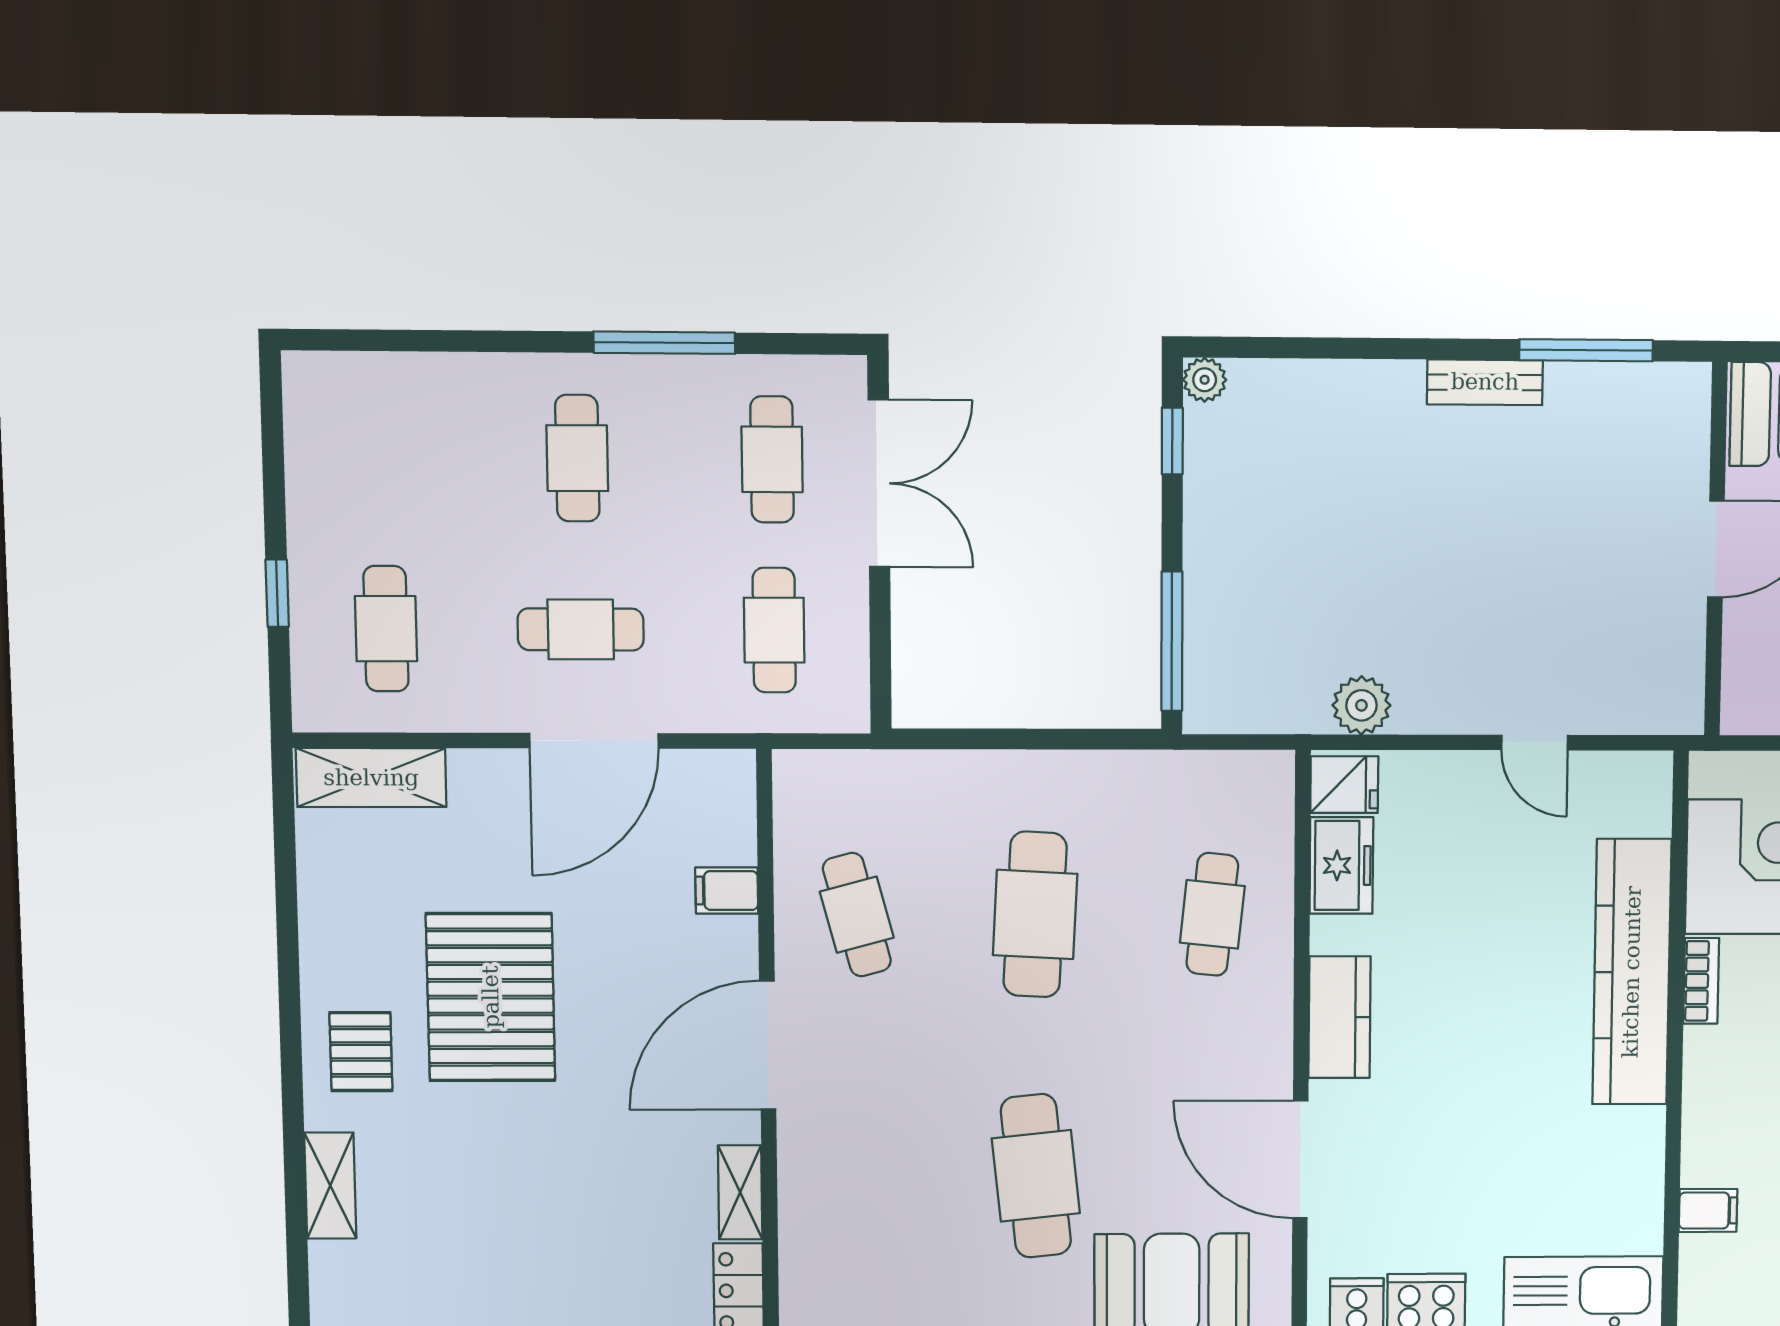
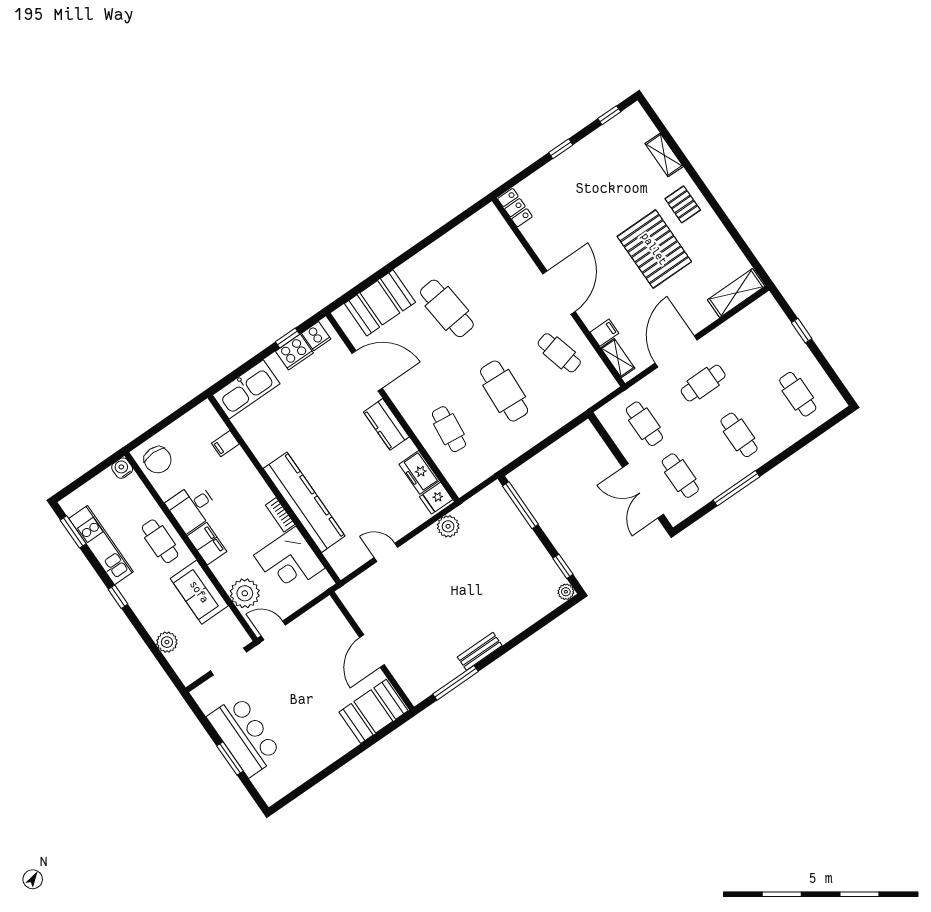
cafe table: (386, 629) -> (798, 394), moved
shelving: (740, 1192) -> (618, 358), moved

